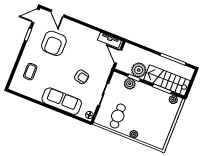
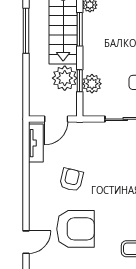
armchair: (82, 77) -> (71, 180), moved

